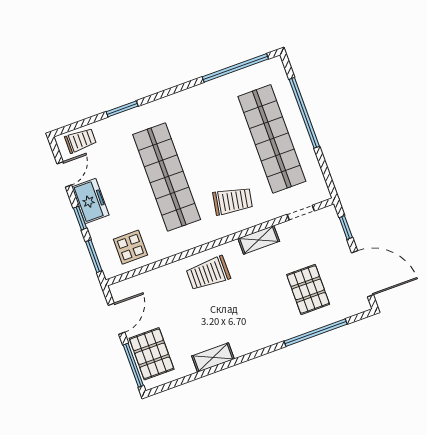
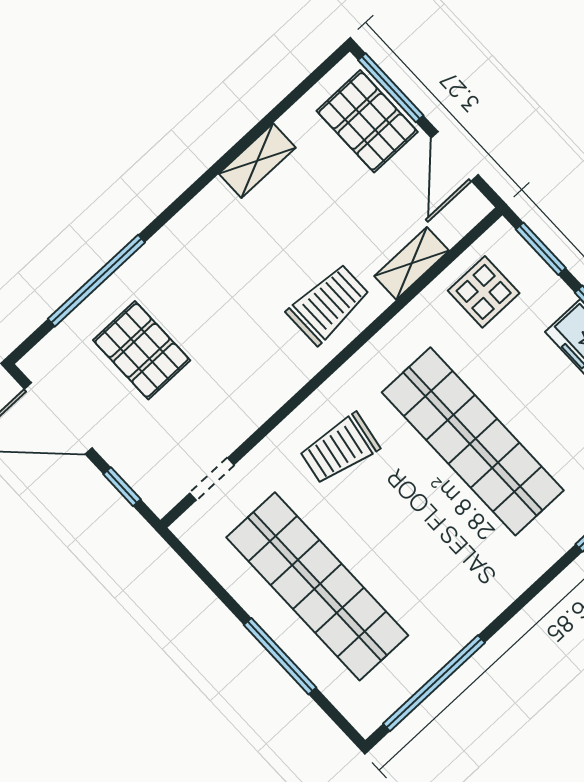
window: (304, 113) -> (280, 656), width x0.68
shelving: (259, 240) -> (412, 263), moved

